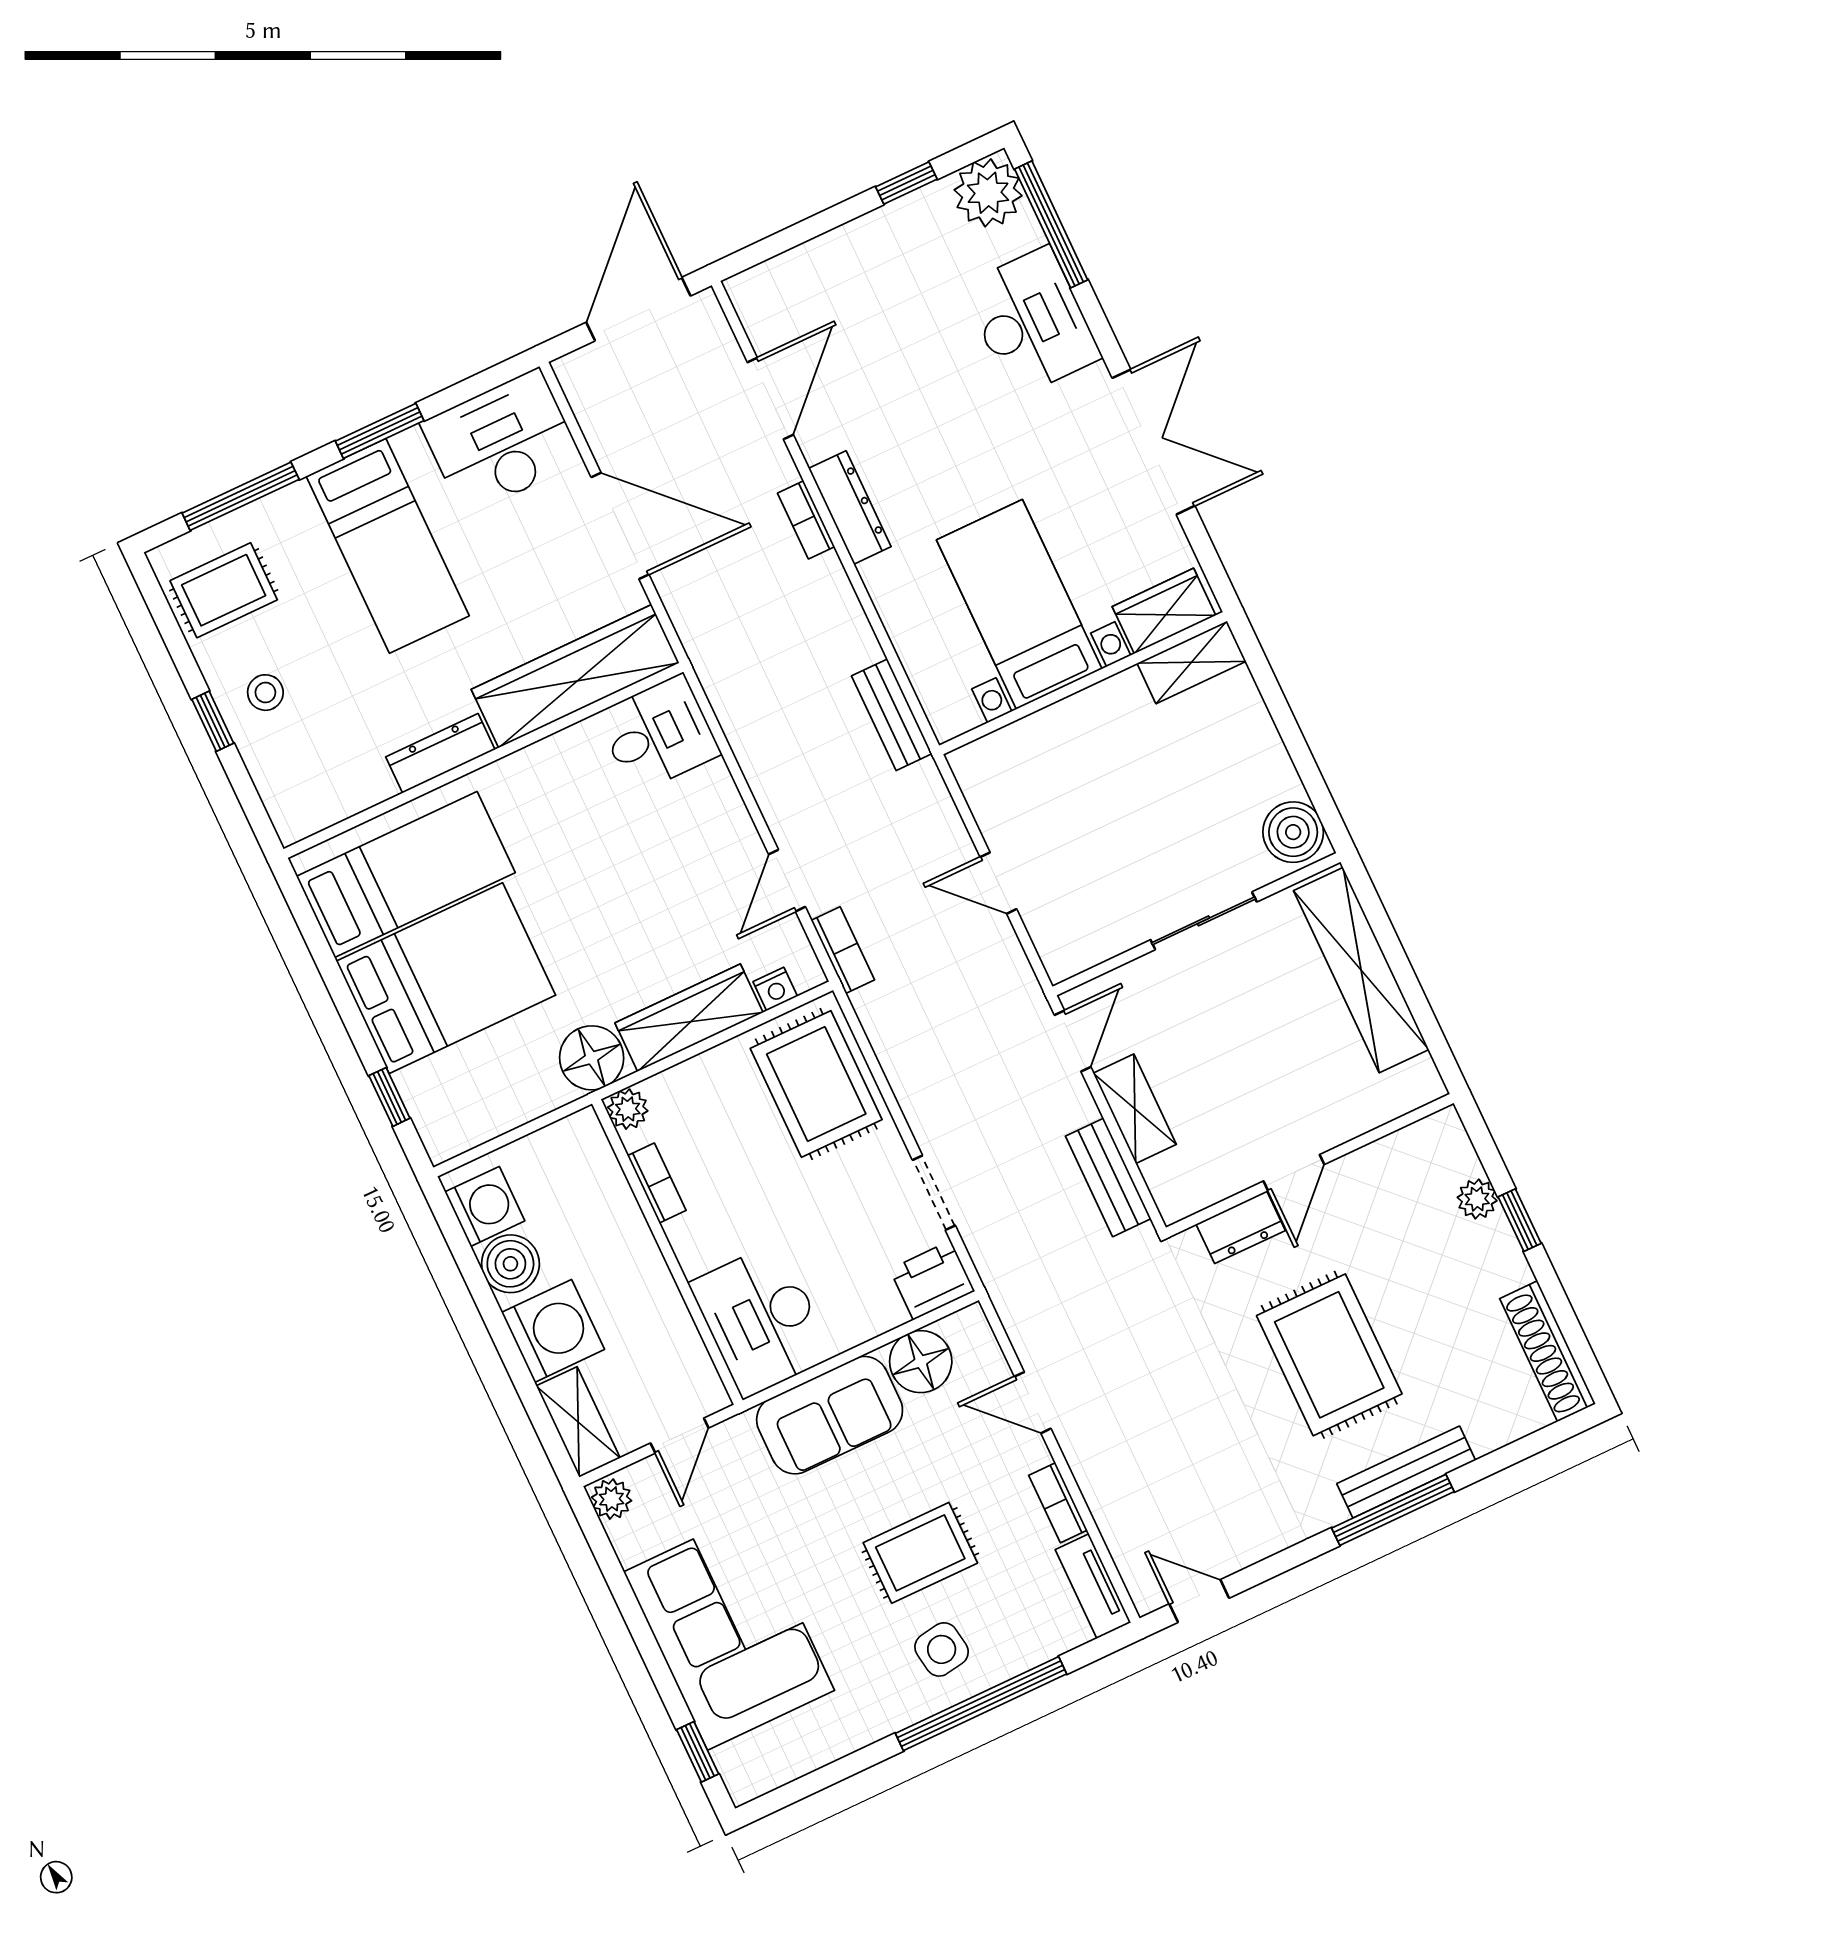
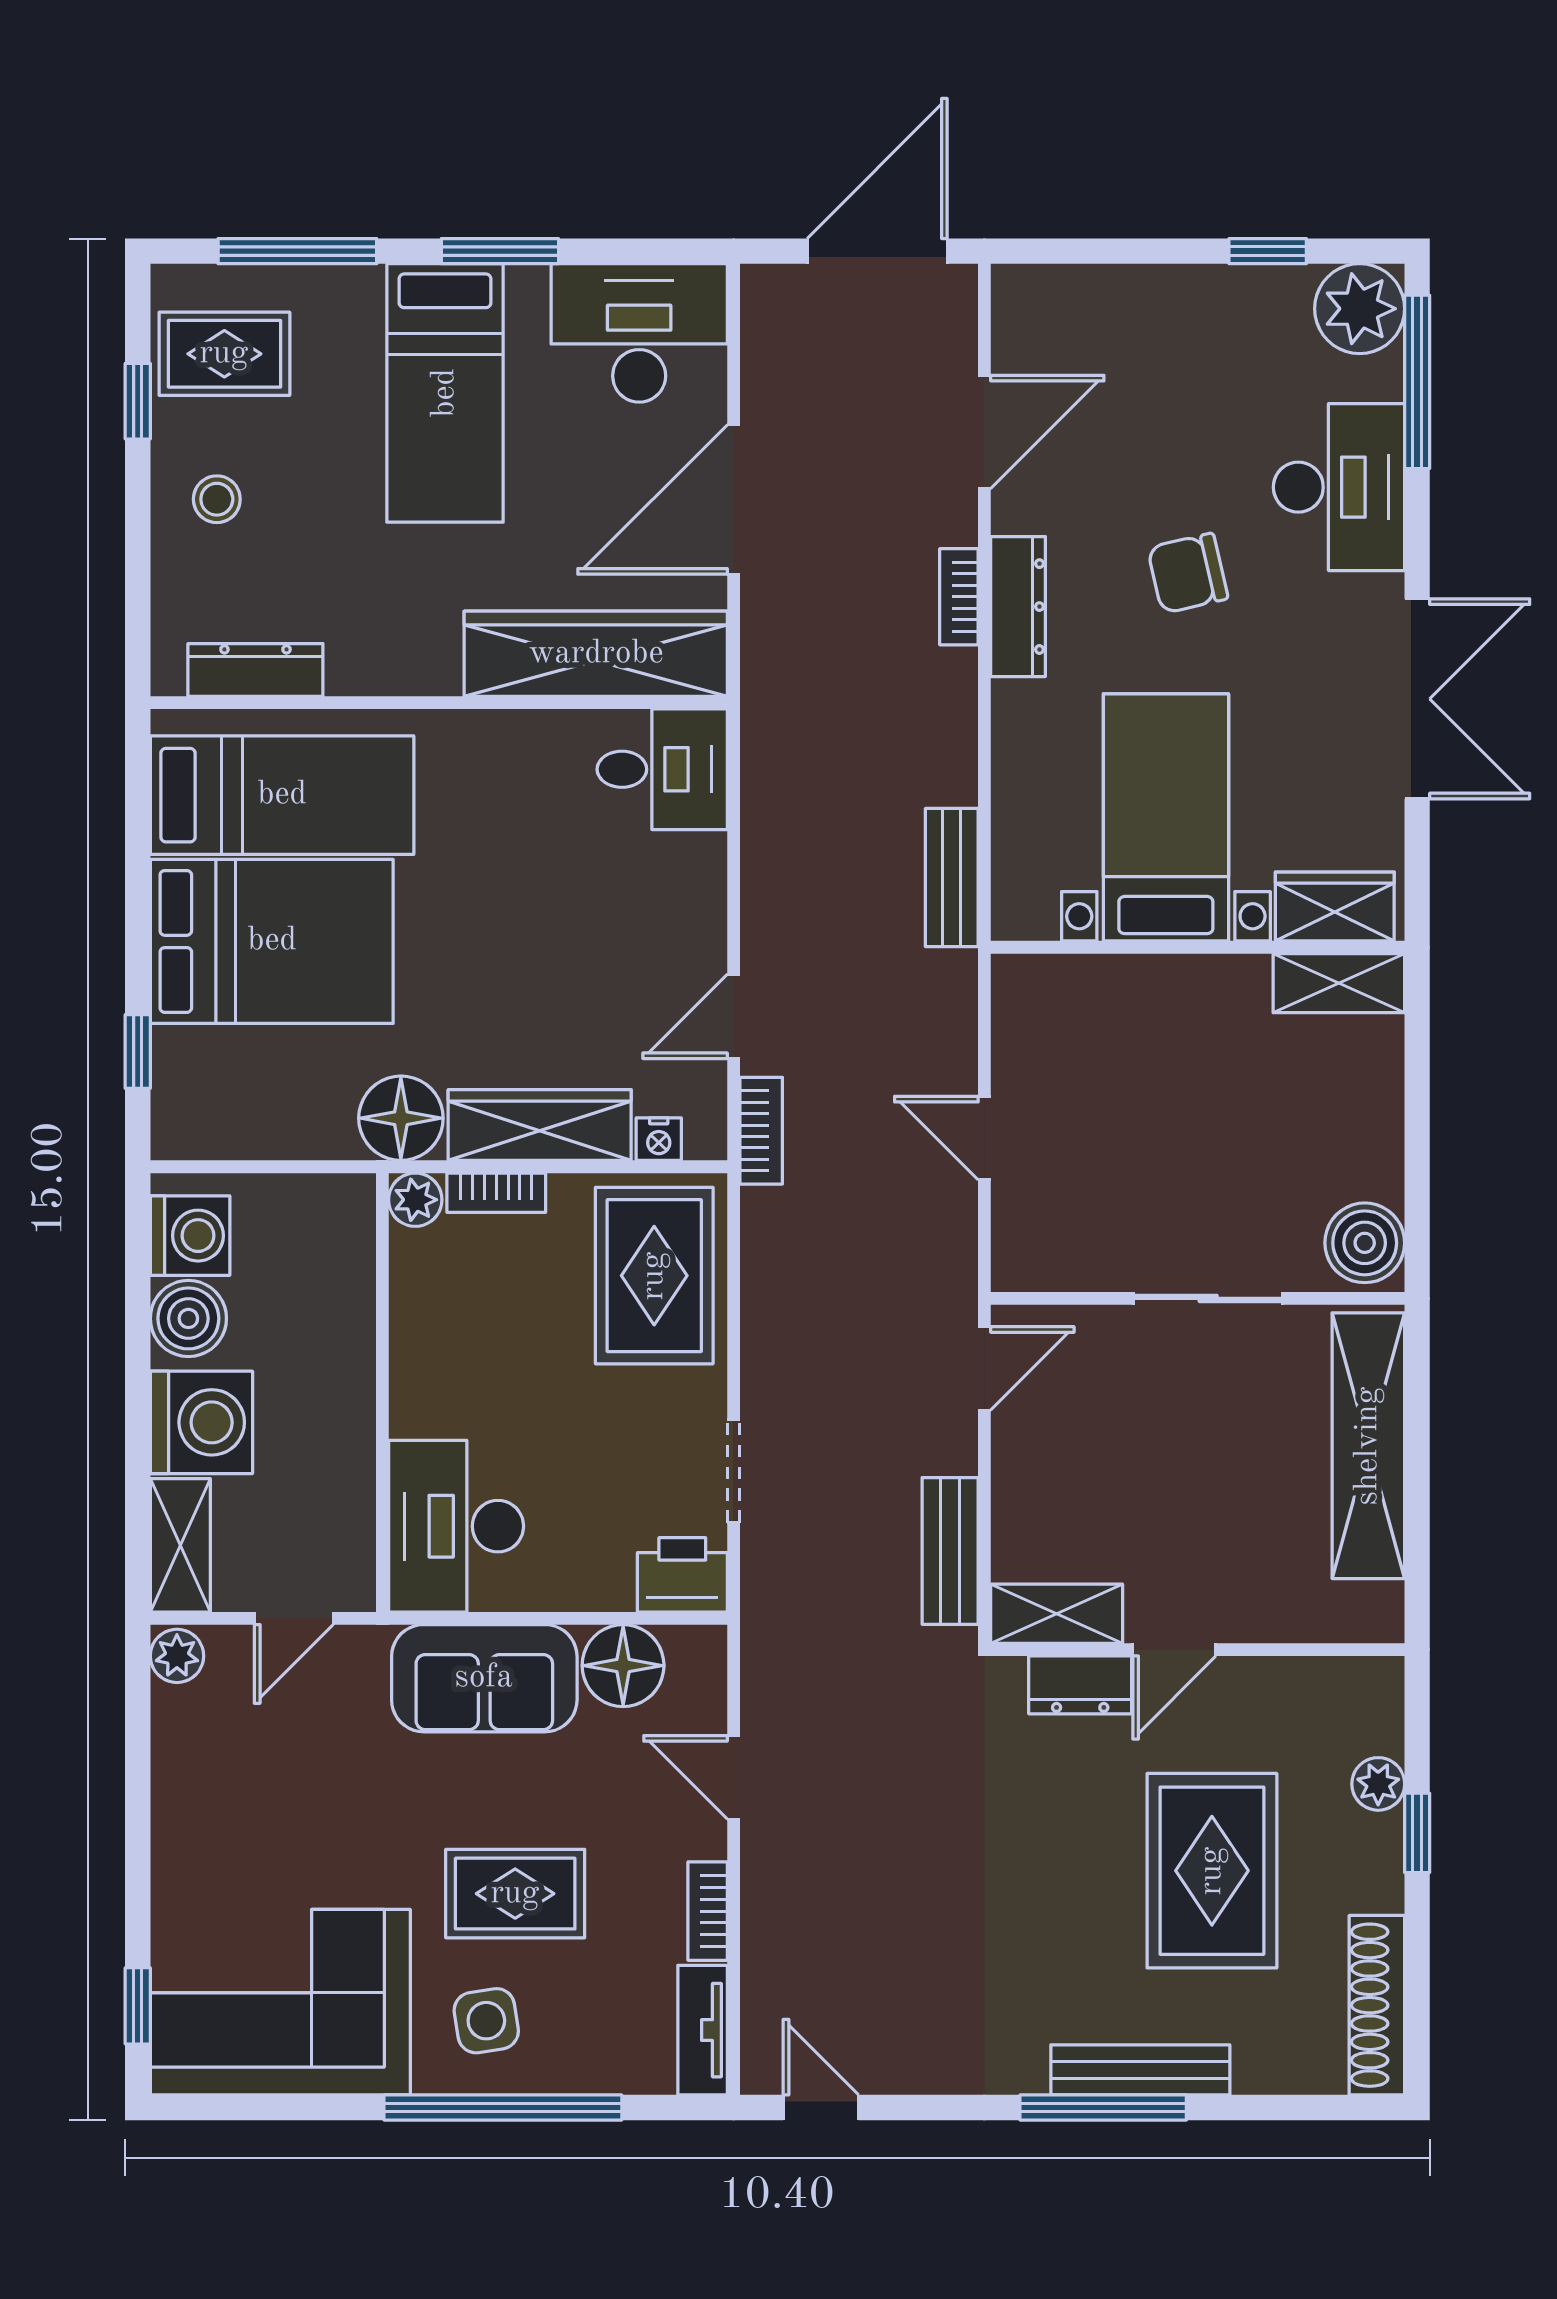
chair: (955, 430) -> (1188, 573), added
door: (620, 526) -> (734, 499), swing flipped
window: (213, 721) -> (138, 401), moved
dresser: (440, 753) -> (255, 670), moved
shelving: (1135, 1109) -> (1057, 1614), moved, turned 90
bookcase: (657, 1183) -> (496, 1193), moved, turned 90
rug: (1329, 1355) -> (1212, 1871), moved
corner sofa: (729, 1631) -> (280, 2002), moved, turned -90

